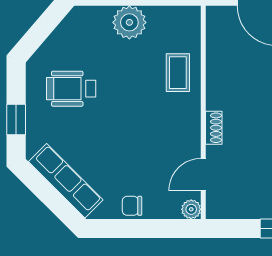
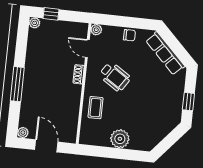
wheelchair: (71, 89) -> (115, 77), moved, turned 33
window: (16, 119) -> (188, 102), moved
door: (203, 175) -> (87, 49), swing flipped

